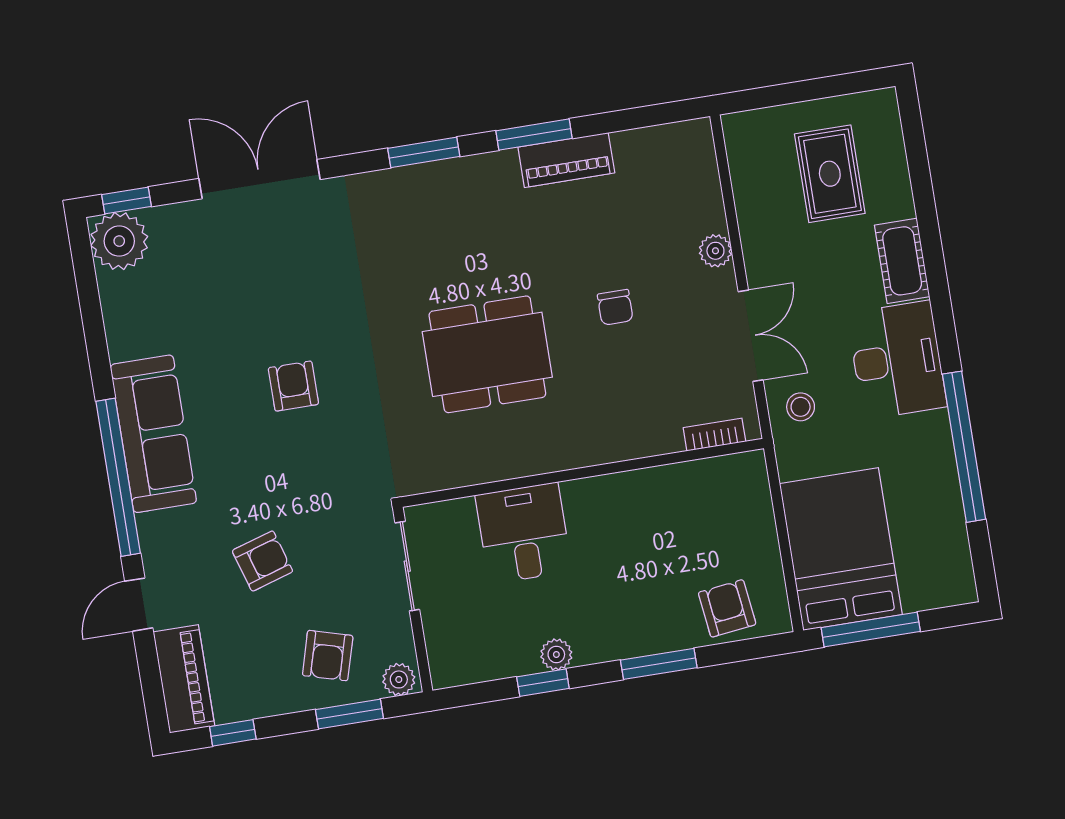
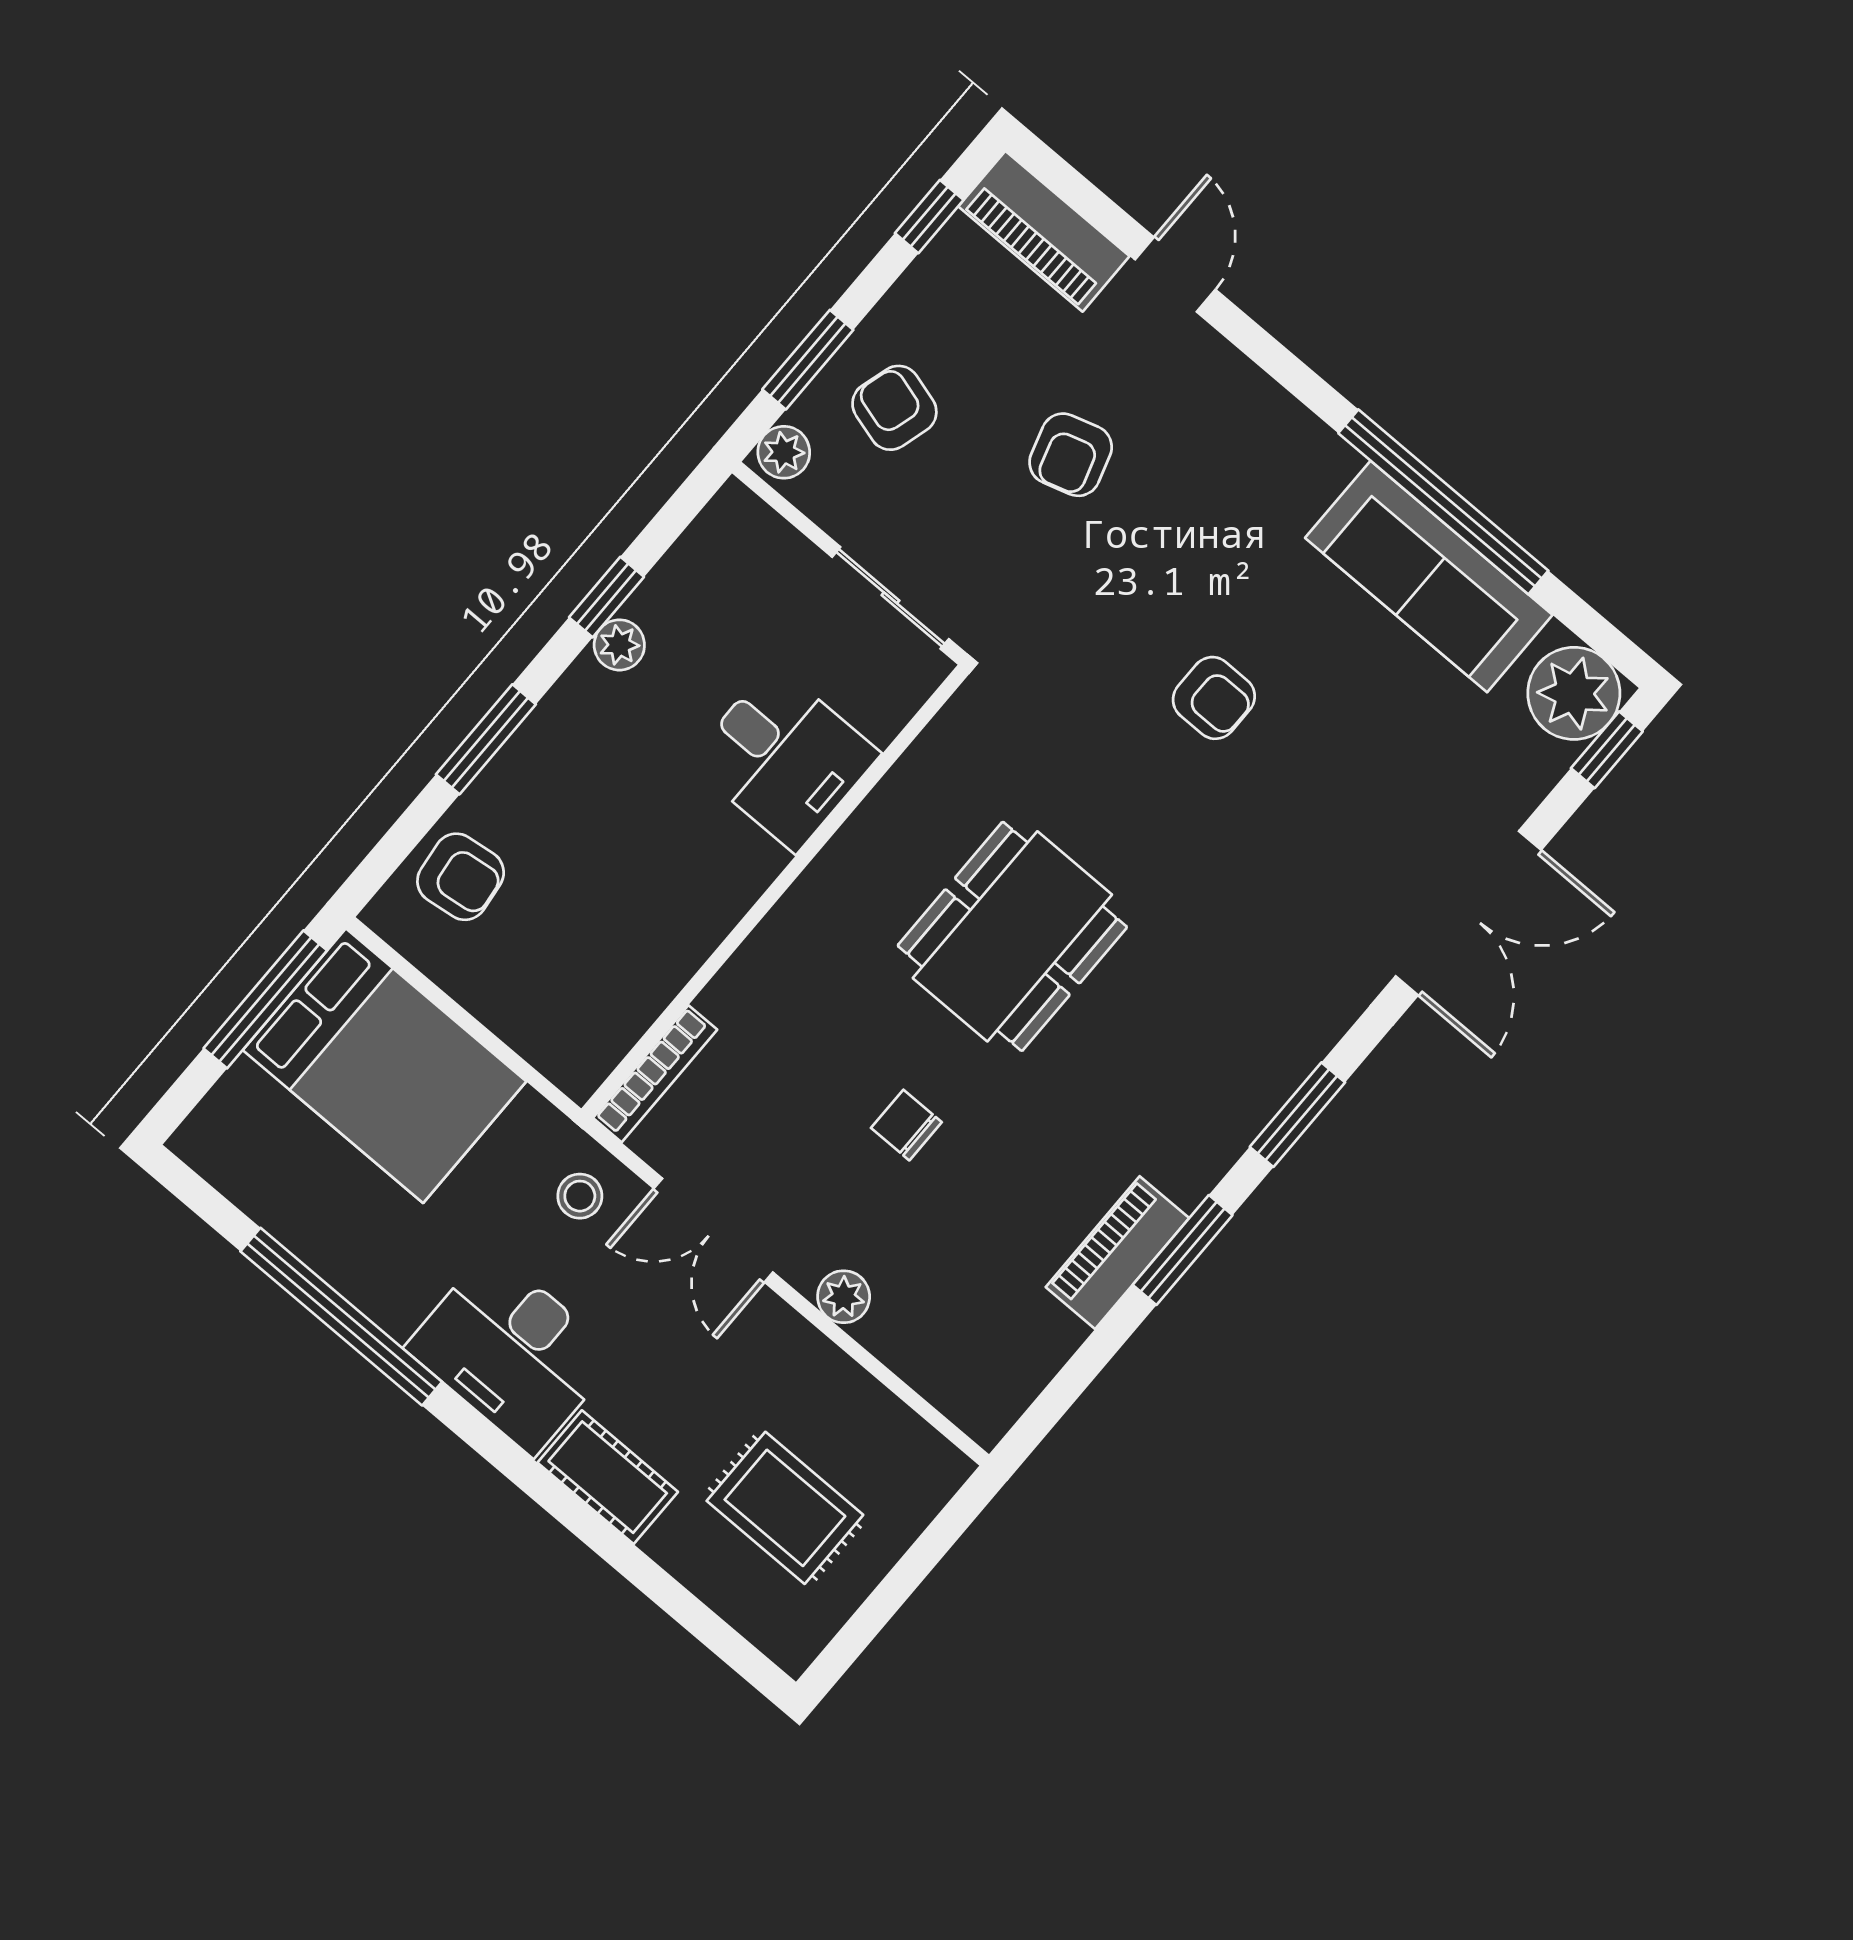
sofa: (153, 434) -> (1429, 576), moved
bookcase: (714, 435) -> (655, 1074), width x1.56
window: (118, 477) -> (1443, 502), moved

